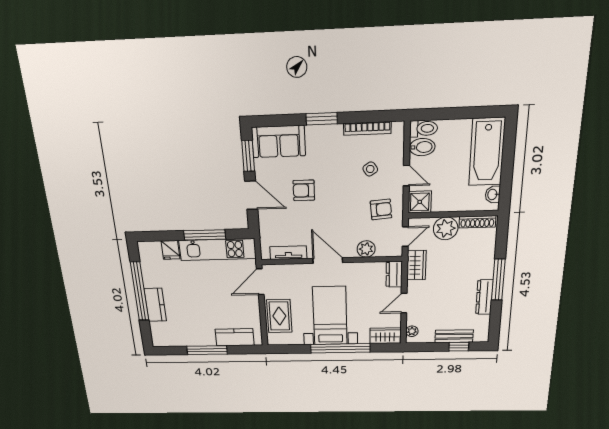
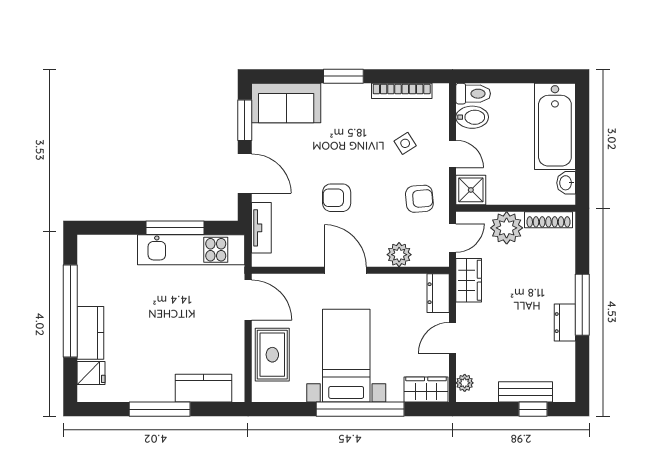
armchair: (304, 190) -> (337, 198), moved
fridge: (171, 250) -> (91, 373), moved, turned -90
tv unit: (288, 253) -> (261, 228), moved, turned 90
door: (260, 282) -> (248, 300), swing flipped
dresser: (484, 297) -> (565, 323), width x0.70

